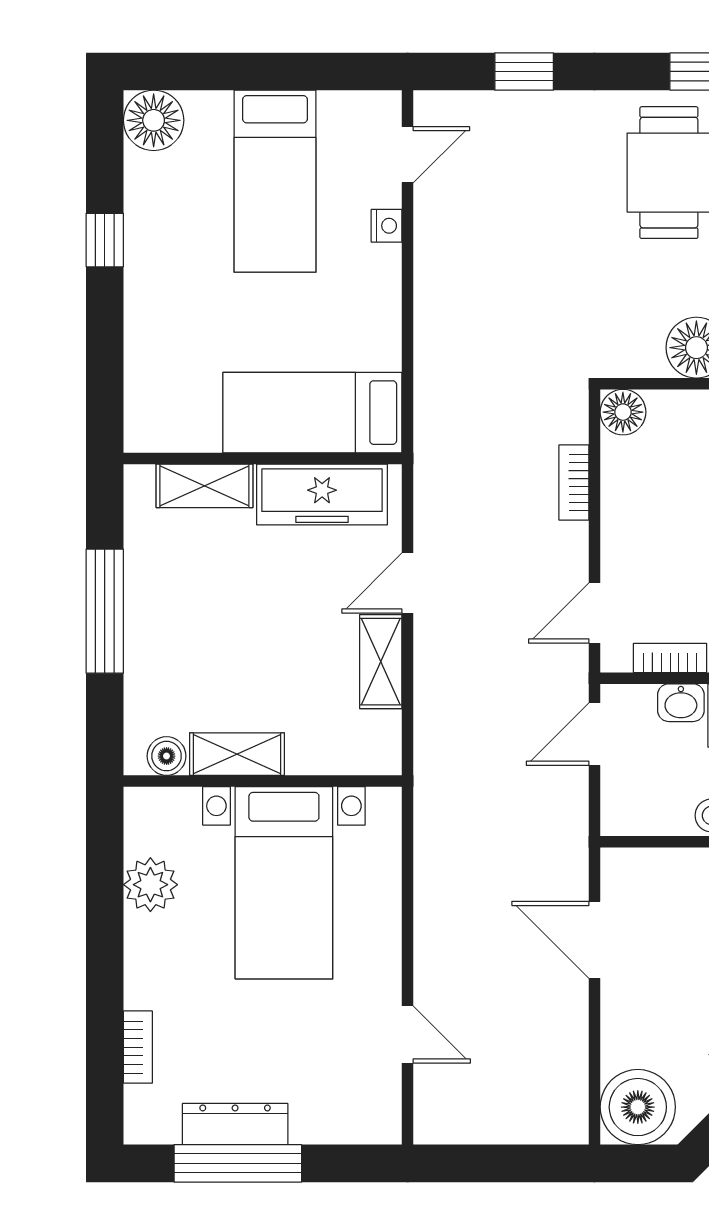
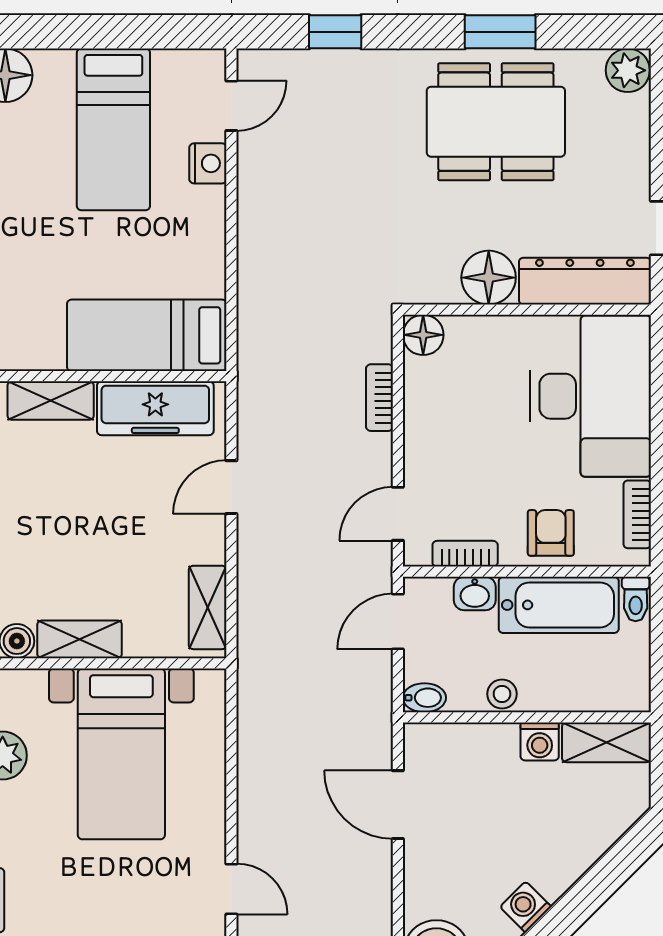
nightstand: (387, 226) -> (208, 163), width x1.39, depth x1.35
shelving: (381, 662) -> (208, 607), moved
bidet: (624, 820) -> (424, 698), added

